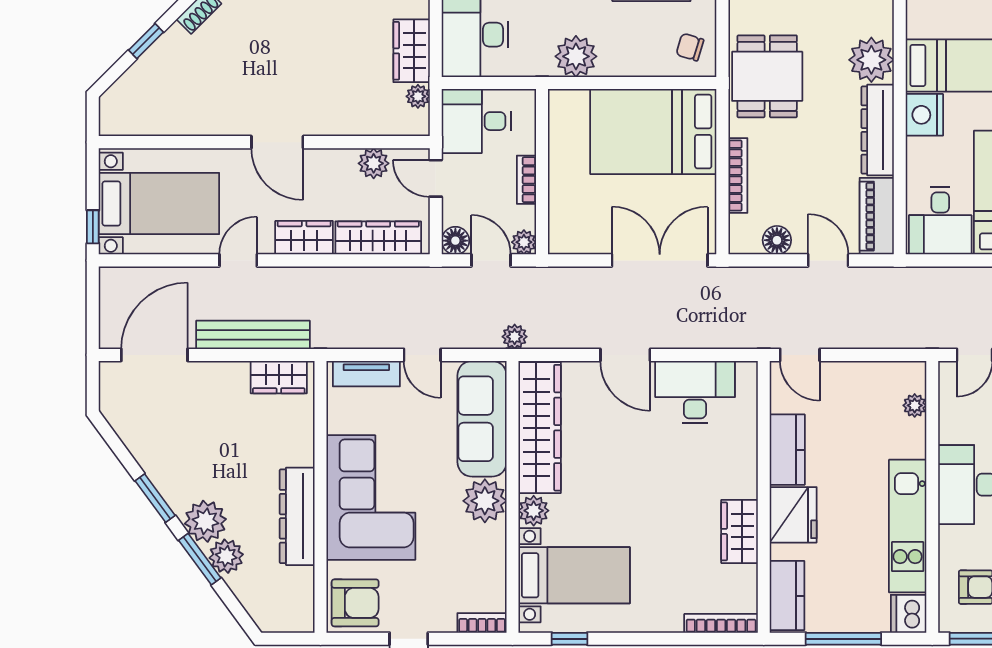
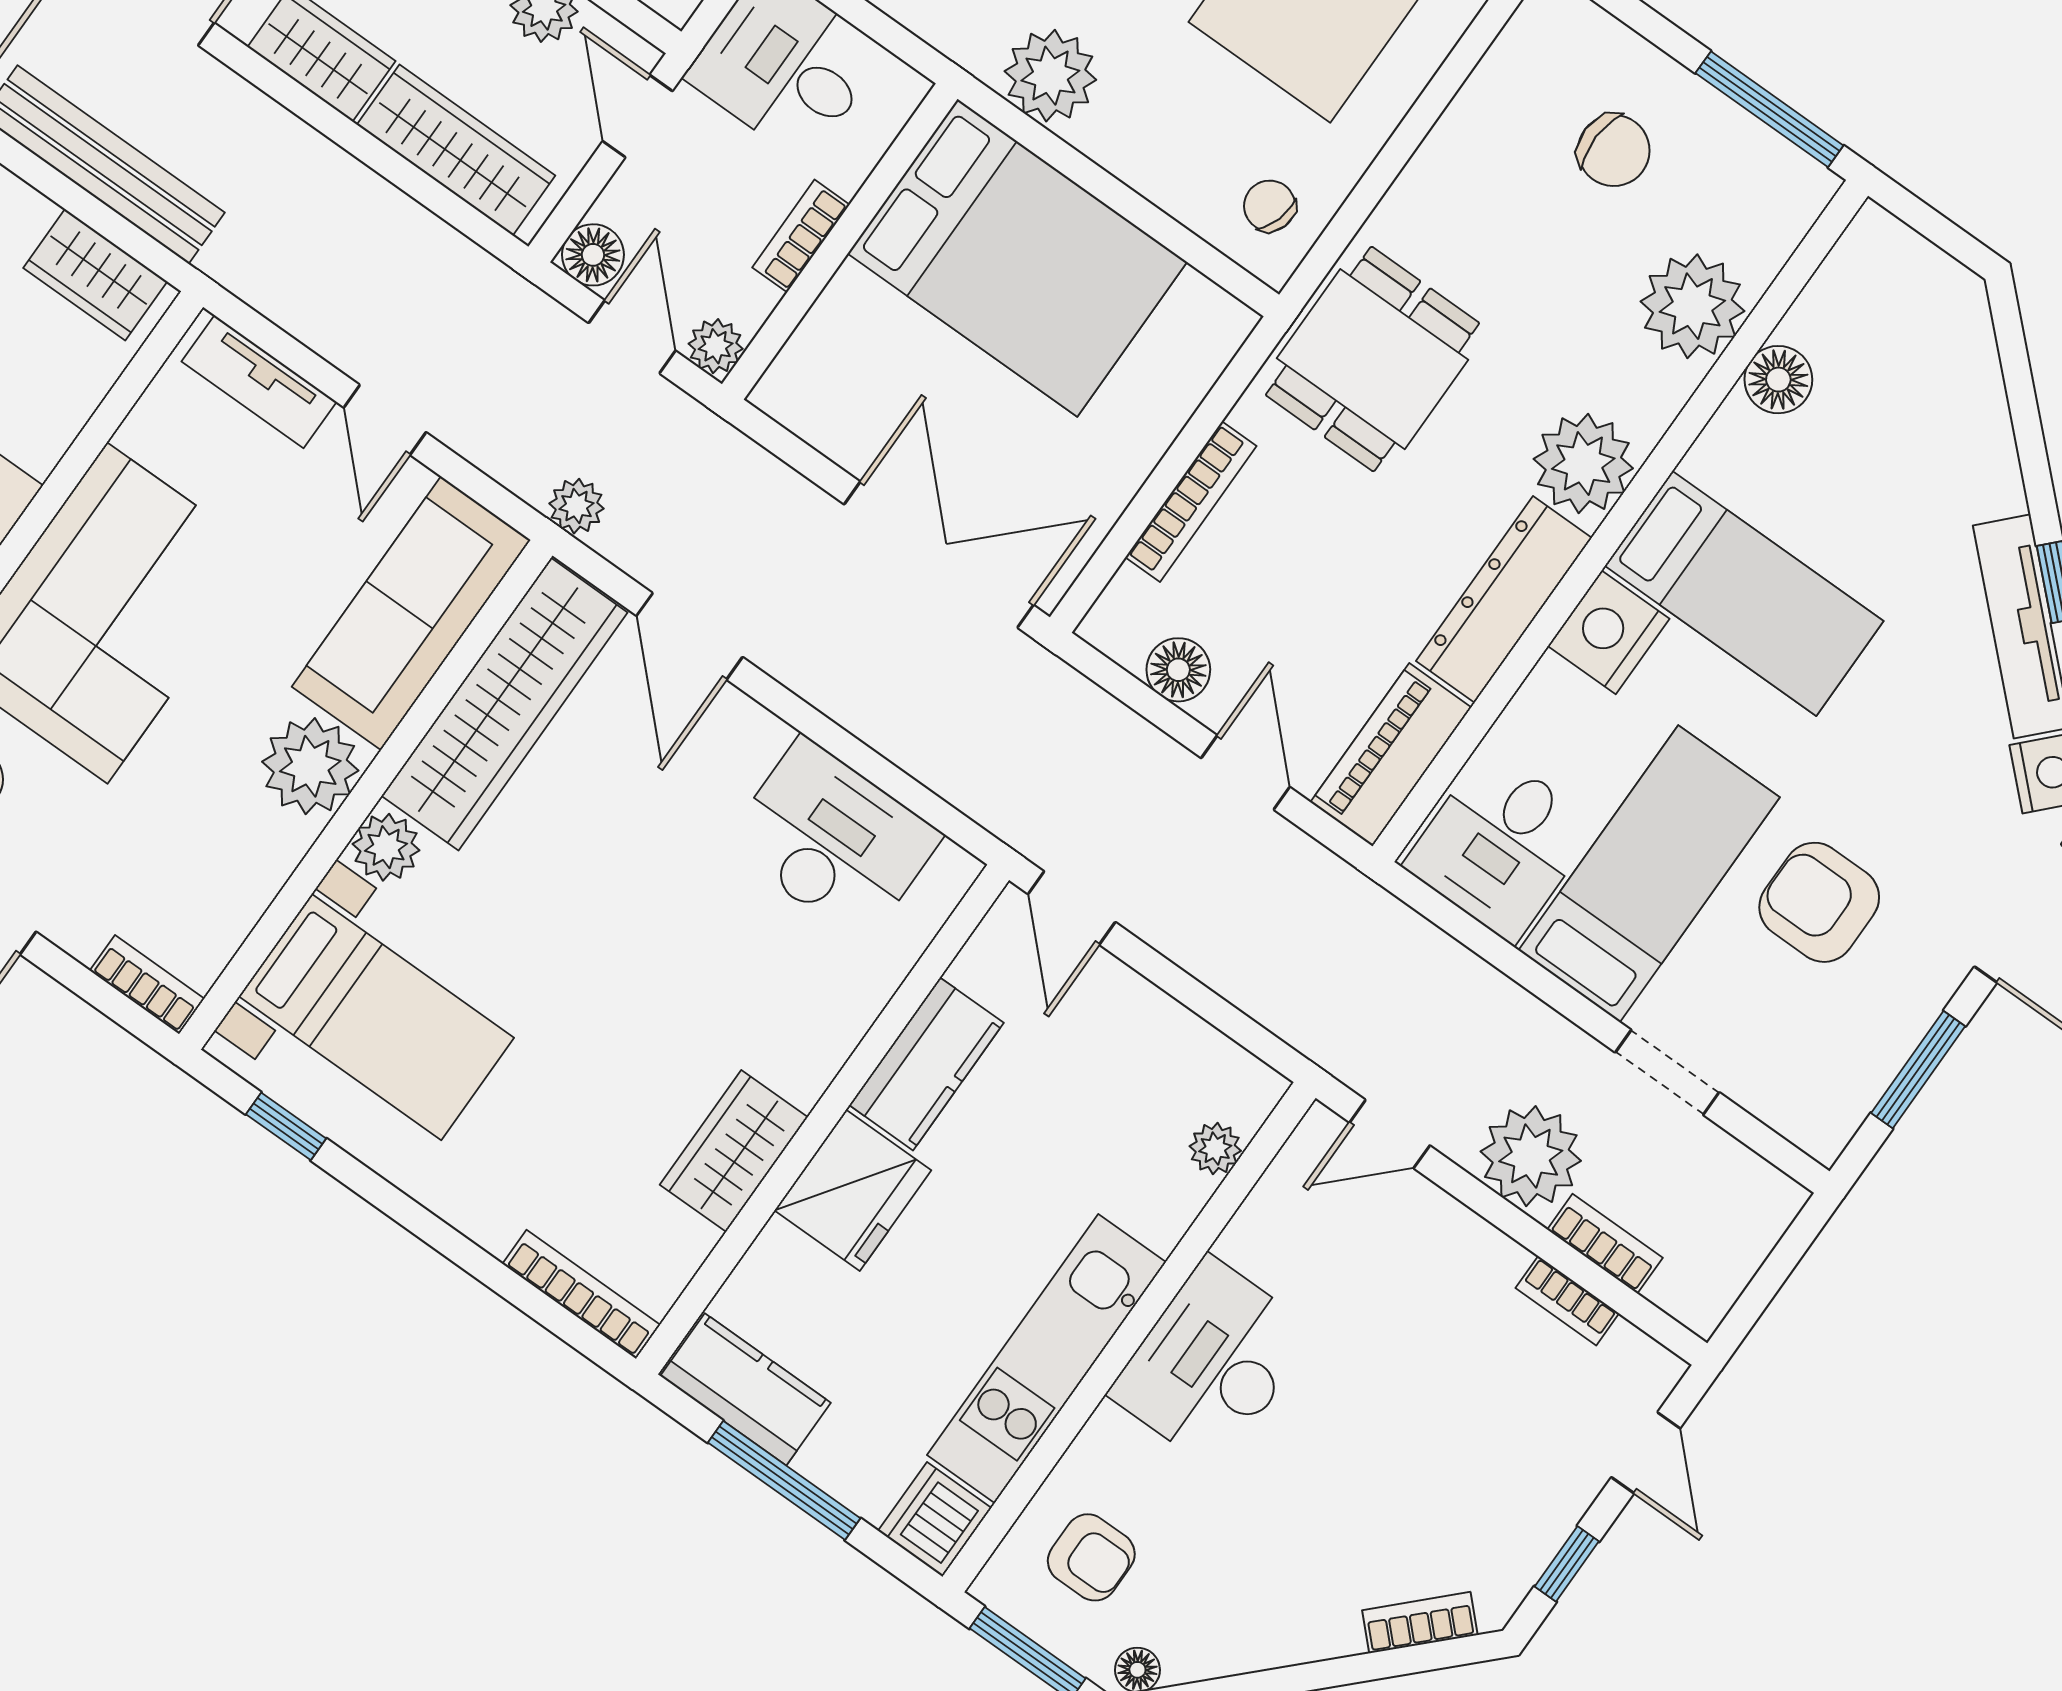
bed: (653, 132) -> (1017, 258), moved, turned 180
door: (625, 355) -> (690, 636), moved
kitchen counter: (787, 596) -> (745, 1389), moved, turned -90

